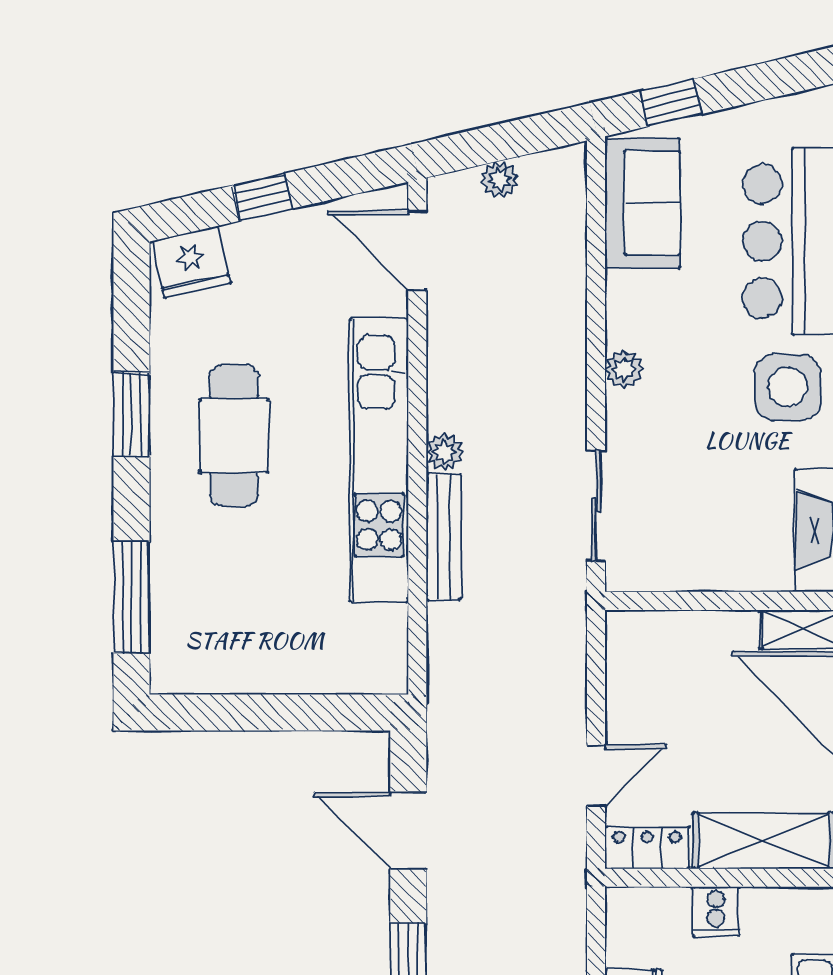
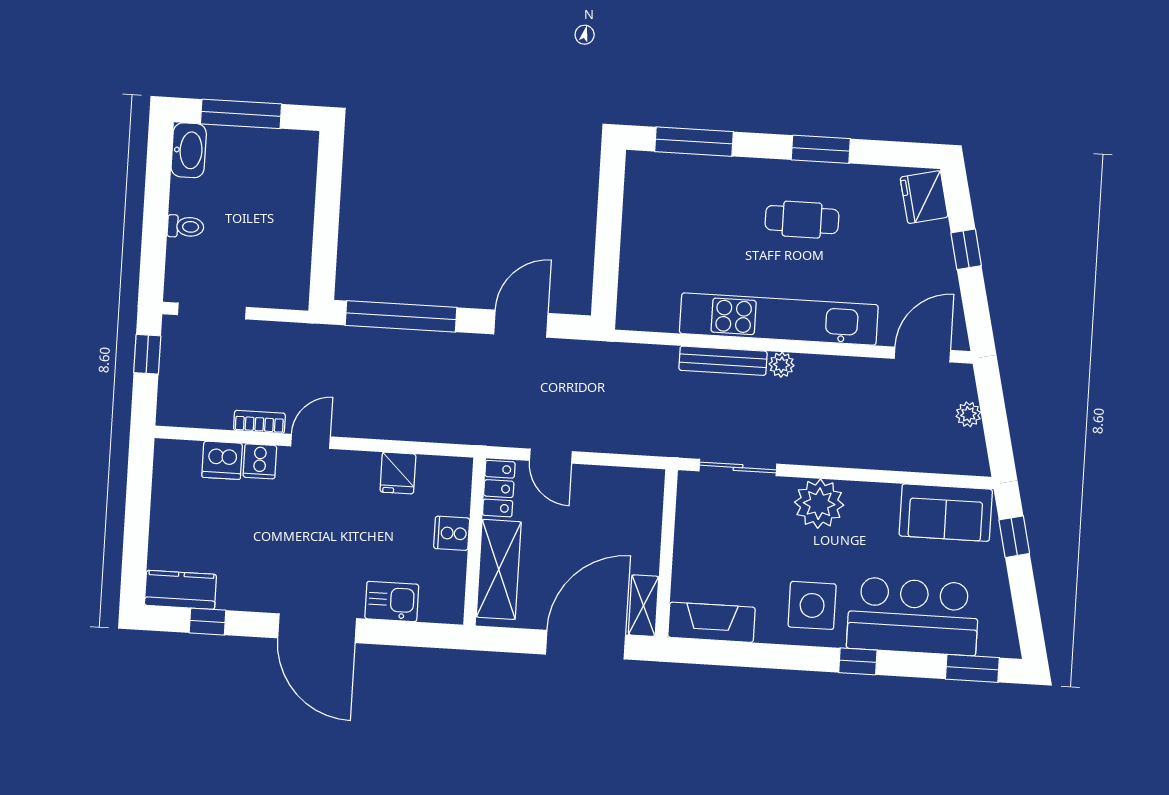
plant: (624, 369) -> (819, 504), width x1.87, depth x1.87
cafe table: (234, 436) -> (802, 220), width x0.73, depth x0.74

